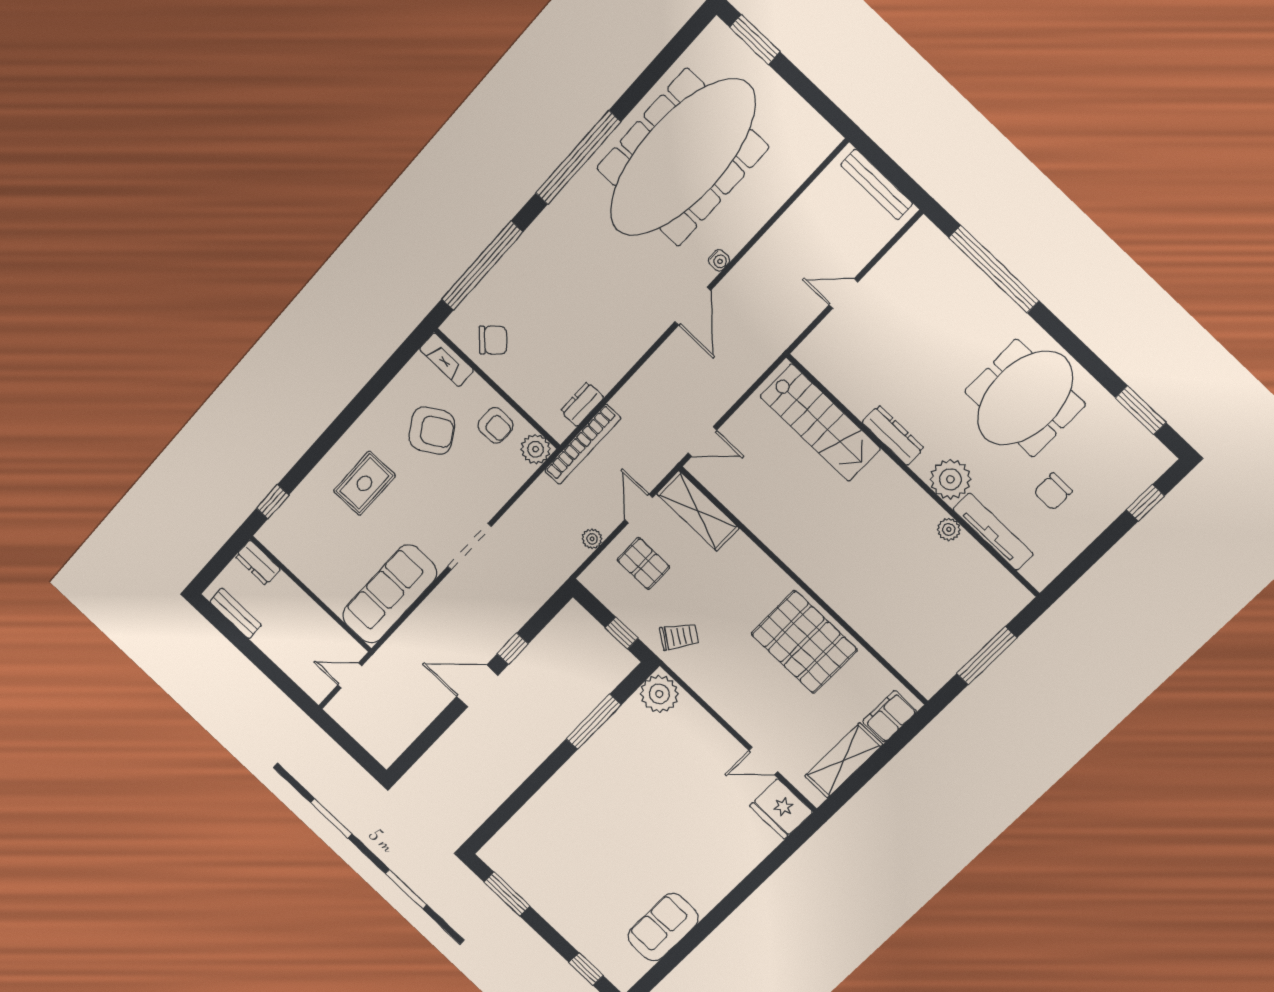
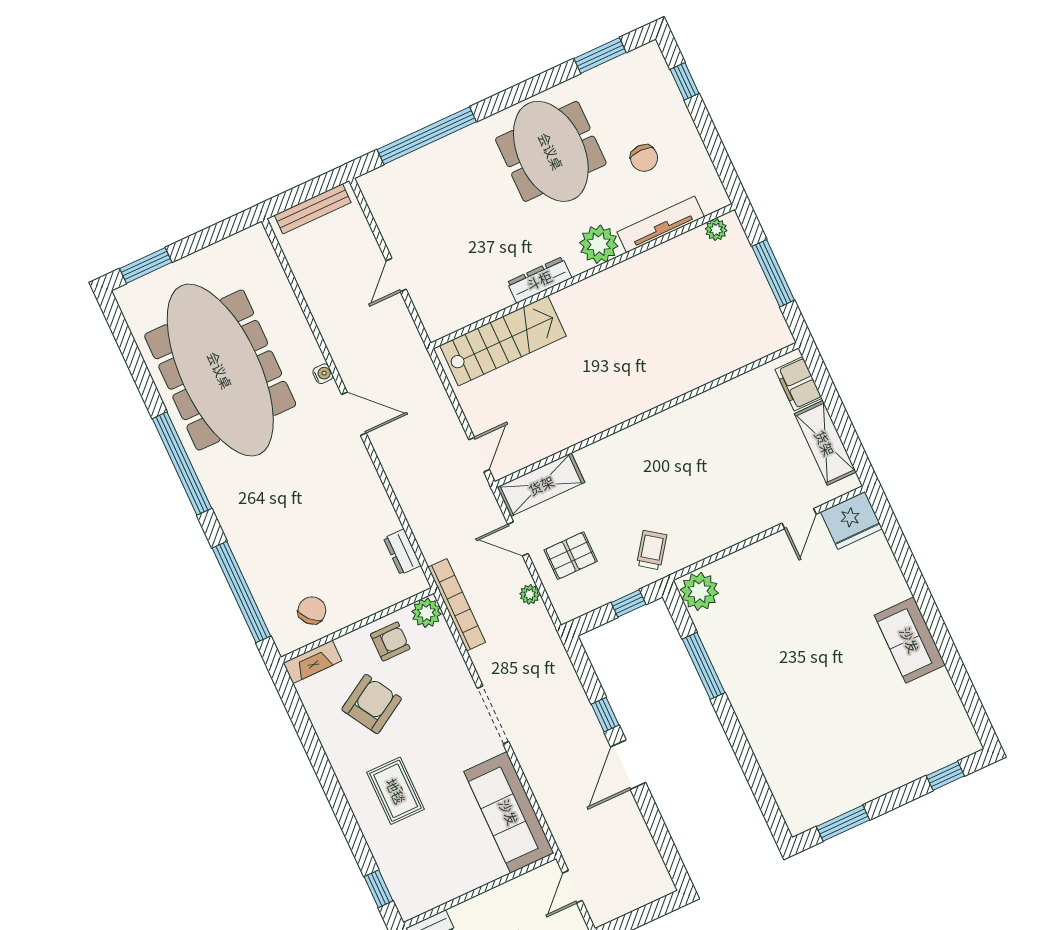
bookcase: (583, 444) -> (457, 605), moved
plant: (949, 529) -> (716, 230), moved
pallet: (804, 642) -> (700, 435), removed
sofa: (663, 927) -> (910, 640), moved

